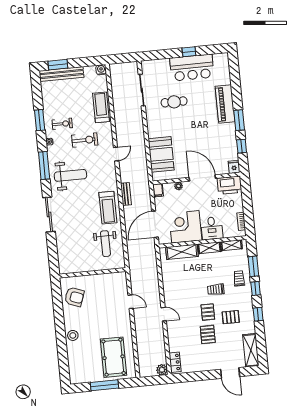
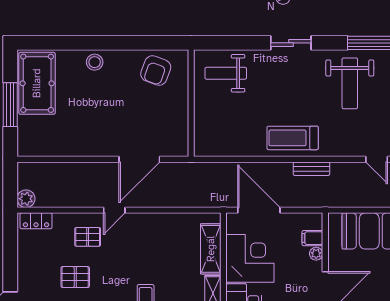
filing cabinet: (158, 190) -> (312, 238), moved
sliding door: (49, 214) -> (291, 43), width x0.73
weight bench: (105, 244) -> (226, 73), moved
door: (131, 302) -> (139, 159), width x1.87
pallet: (208, 312) -> (88, 237), moved
pool table: (114, 357) -> (37, 83), moved, turned 90

